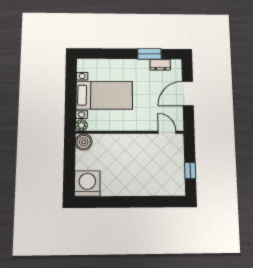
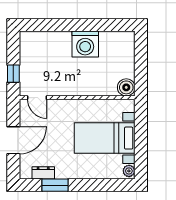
plant: (81, 125) -> (129, 171), moved
window: (190, 170) -> (13, 74), moved
washing machine: (87, 183) -> (85, 44), moved

